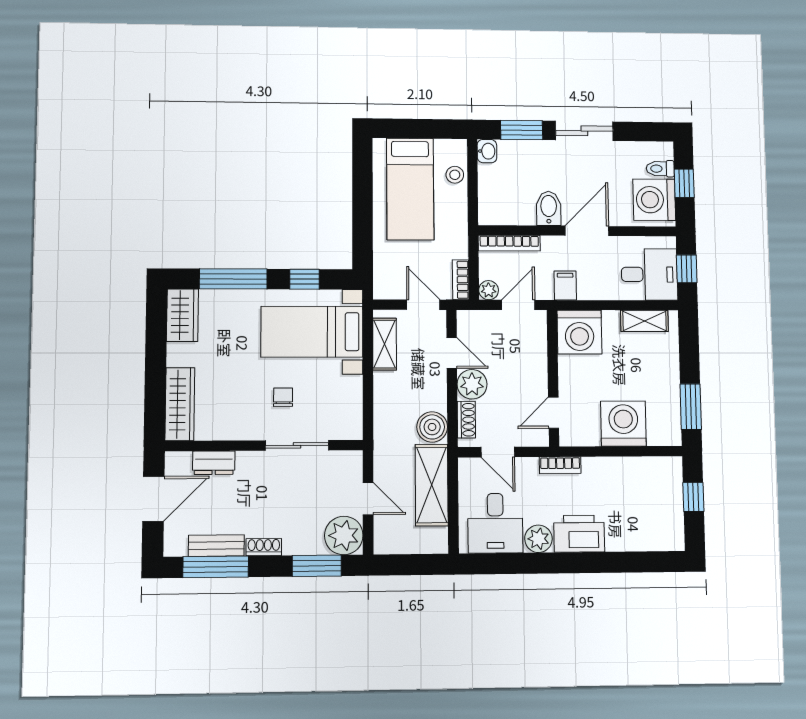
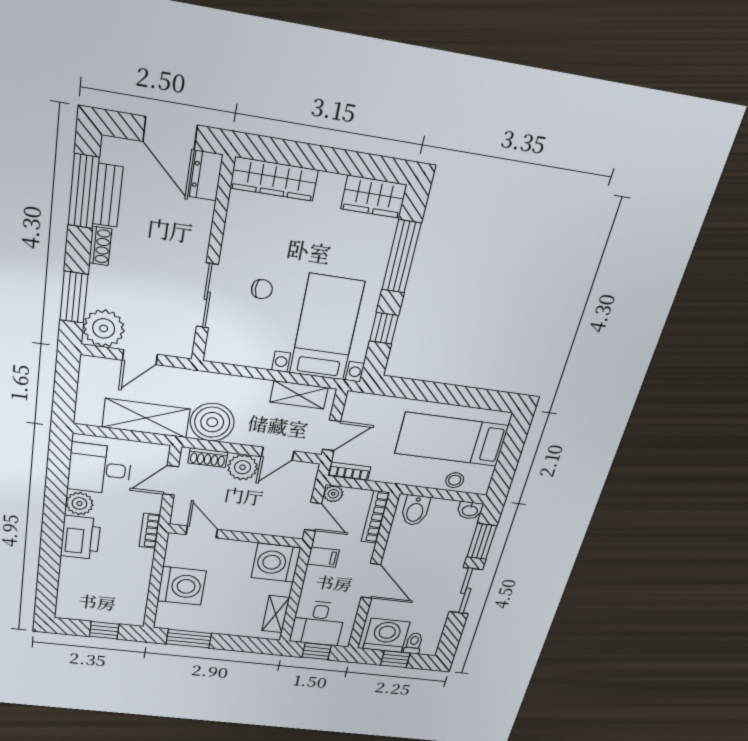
bidet: (549, 208) -> (415, 510), moved, turned 90
boiler: (432, 427) -> (212, 422), width x1.37, depth x1.37
dresser: (214, 463) -> (206, 176), moved

